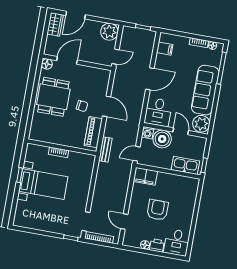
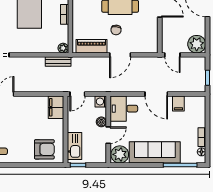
filing cabinet: (165, 49) -> (178, 103), moved
boiler: (162, 139) -> (101, 122), width x0.54, depth x0.54
bench: (105, 149) -> (58, 62), moved
door: (136, 154) -> (77, 94), swing flipped
plant: (90, 159) -> (63, 48), added
armchair: (158, 210) -> (44, 149), moved

